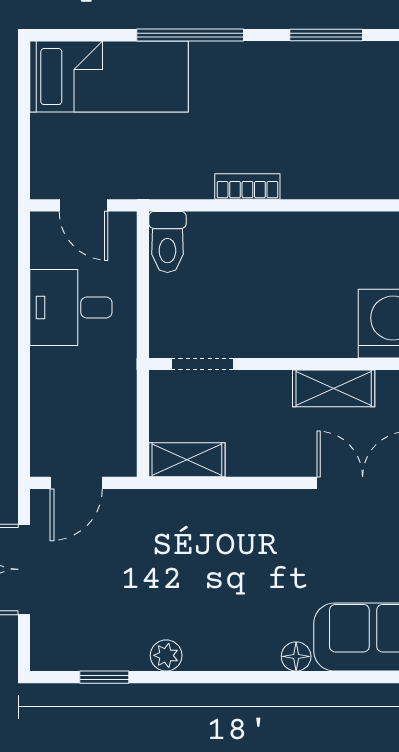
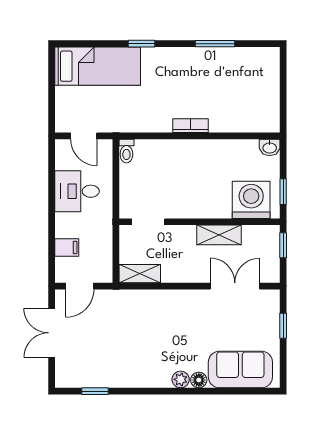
window: (190, 35) -> (141, 44), width x0.46
bookcase: (247, 187) -> (190, 126), moved
toilet: (167, 242) -> (126, 151), width x0.73, depth x0.72
filing cabinet: (52, 412) -> (67, 248), added
plant: (166, 655) -> (181, 379), moved

